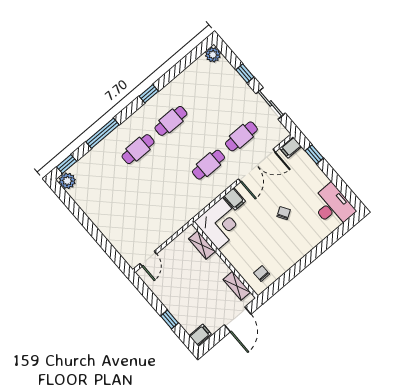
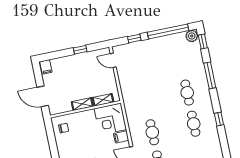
window: (77, 212) -> (168, 31), added
window: (108, 248) -> (134, 38), added
shelving: (237, 286) -> (82, 104), moved
window: (169, 320) -> (80, 50), moved

